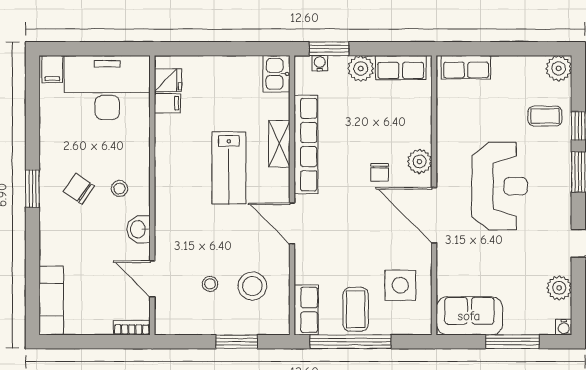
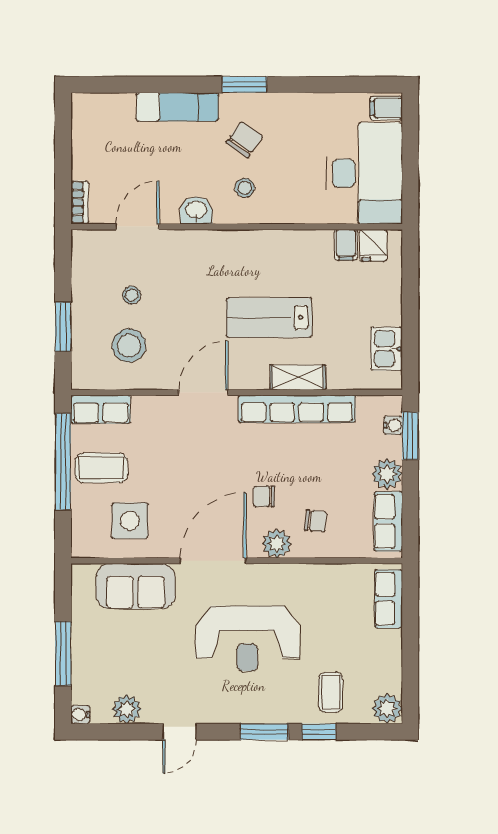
kitchen sink: (276, 74) -> (387, 349), moved, turned -90
chair: (400, 129) -> (316, 521), added
exam couch: (51, 301) -> (177, 107), moved
sofa: (469, 316) -> (136, 586), moved, turned 90

